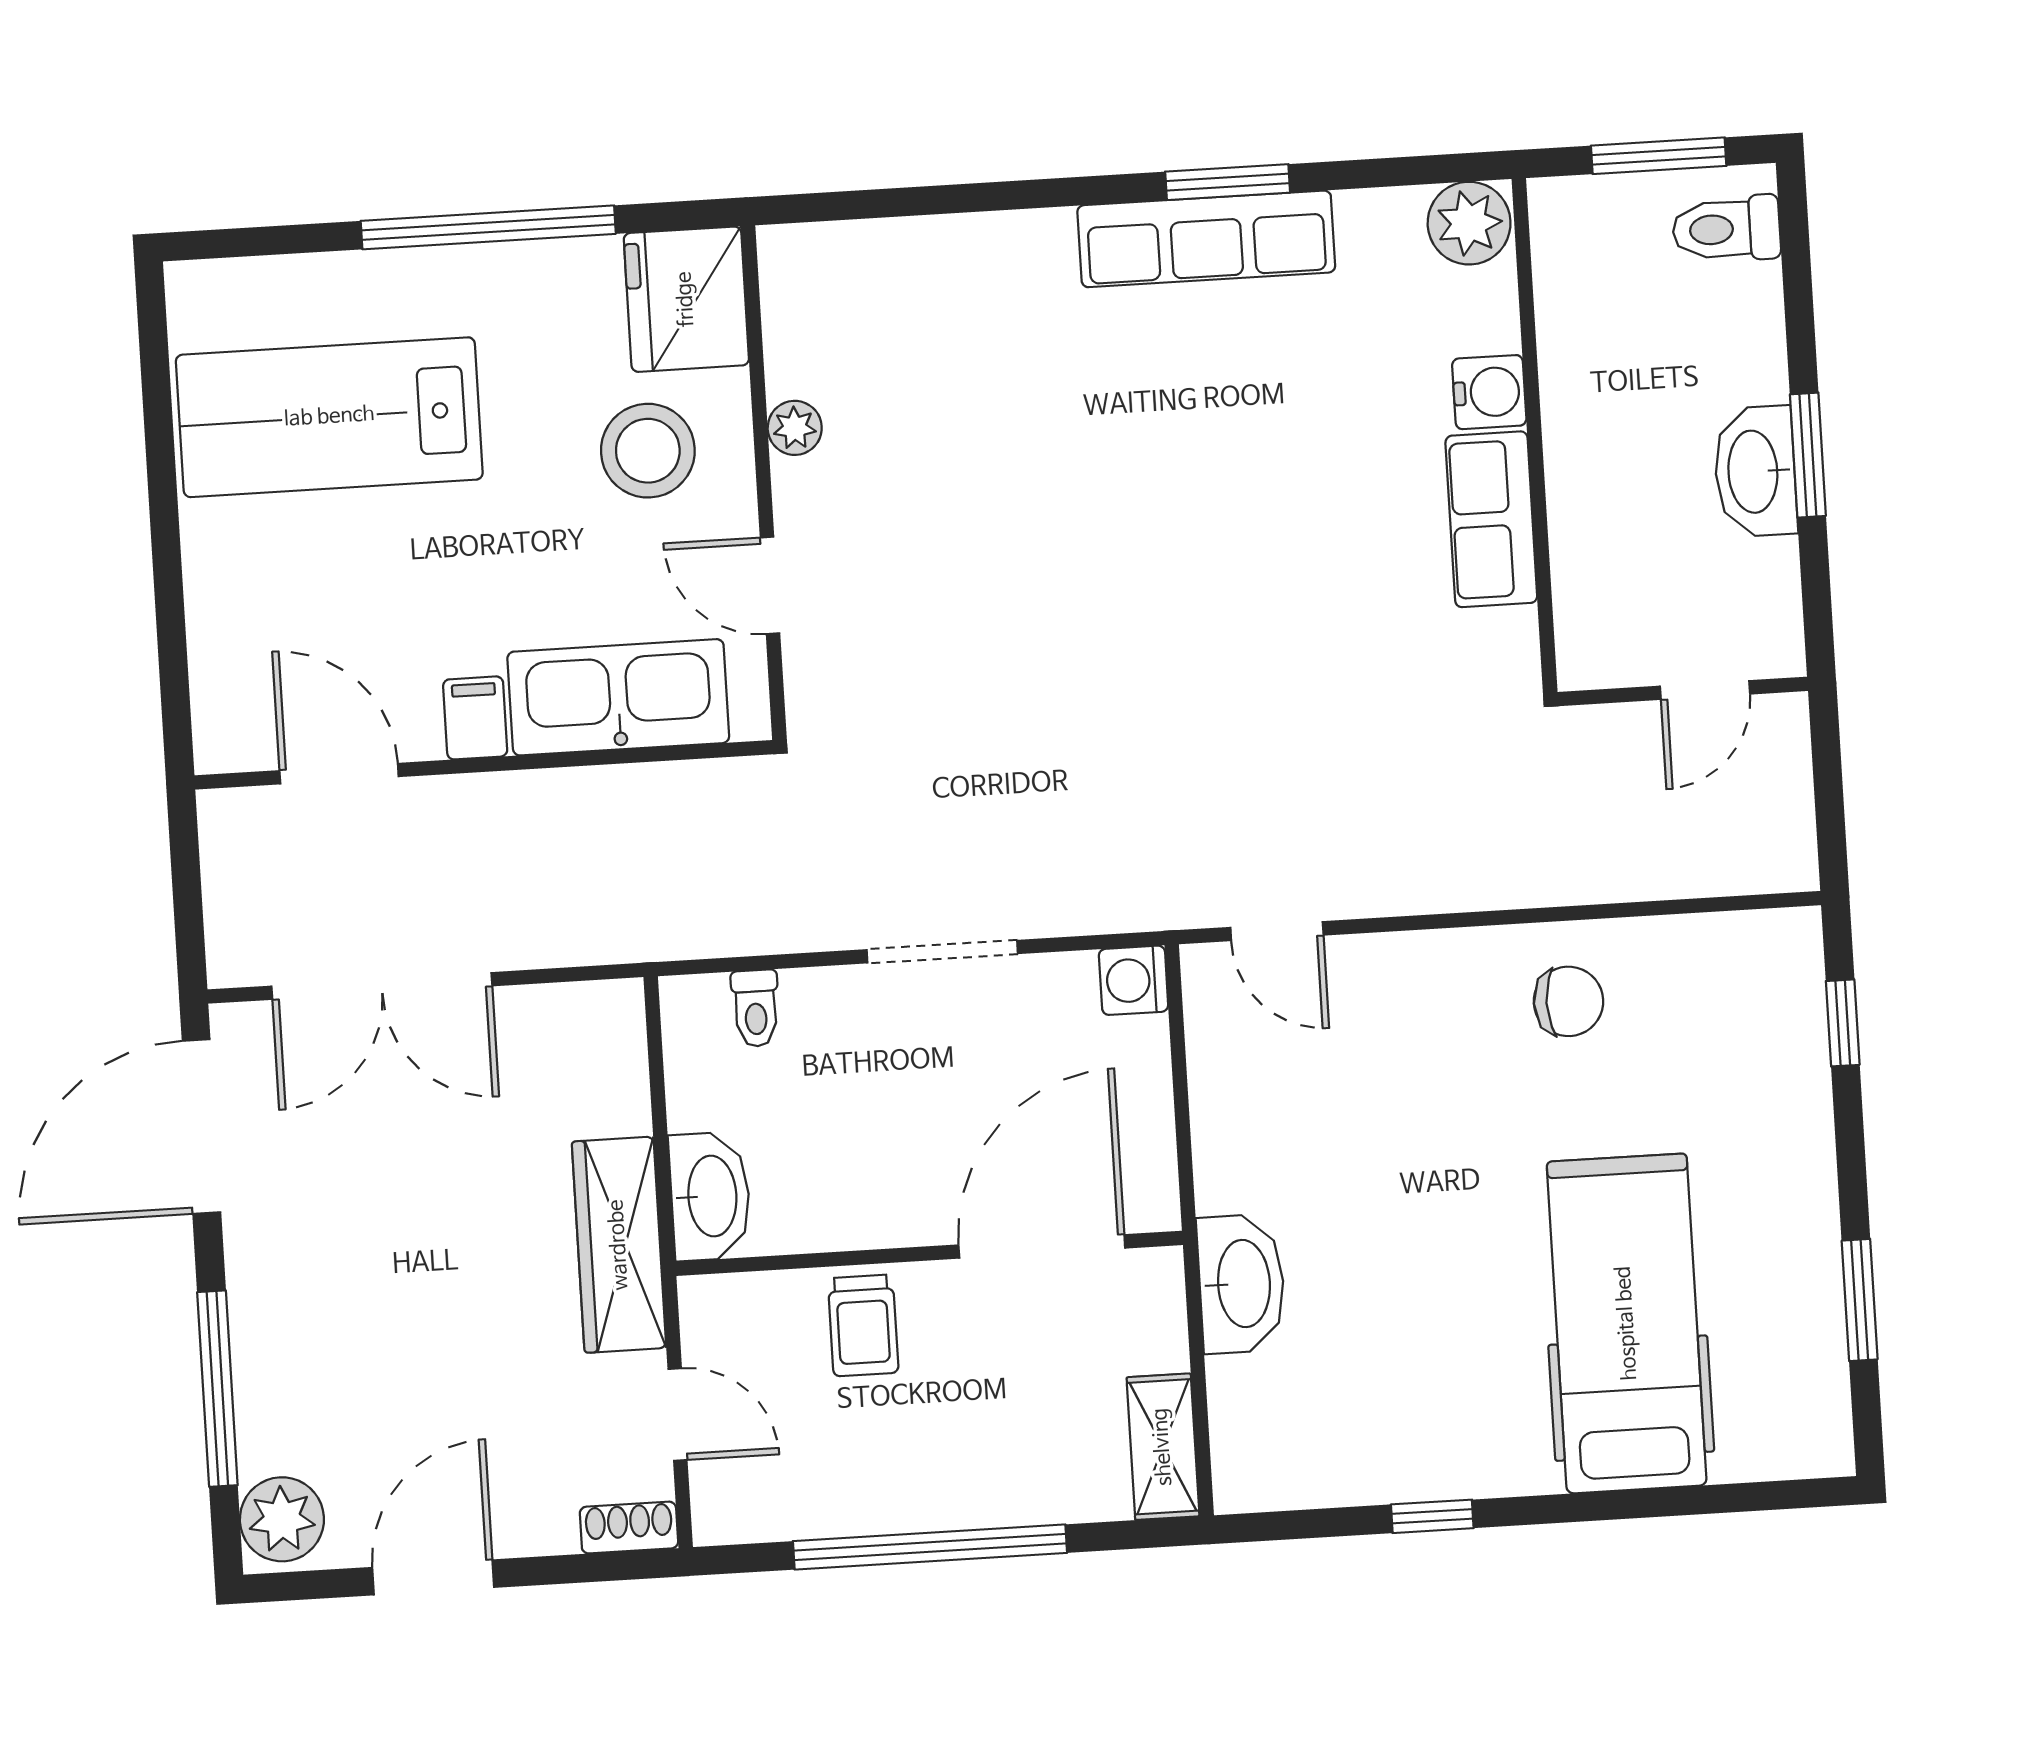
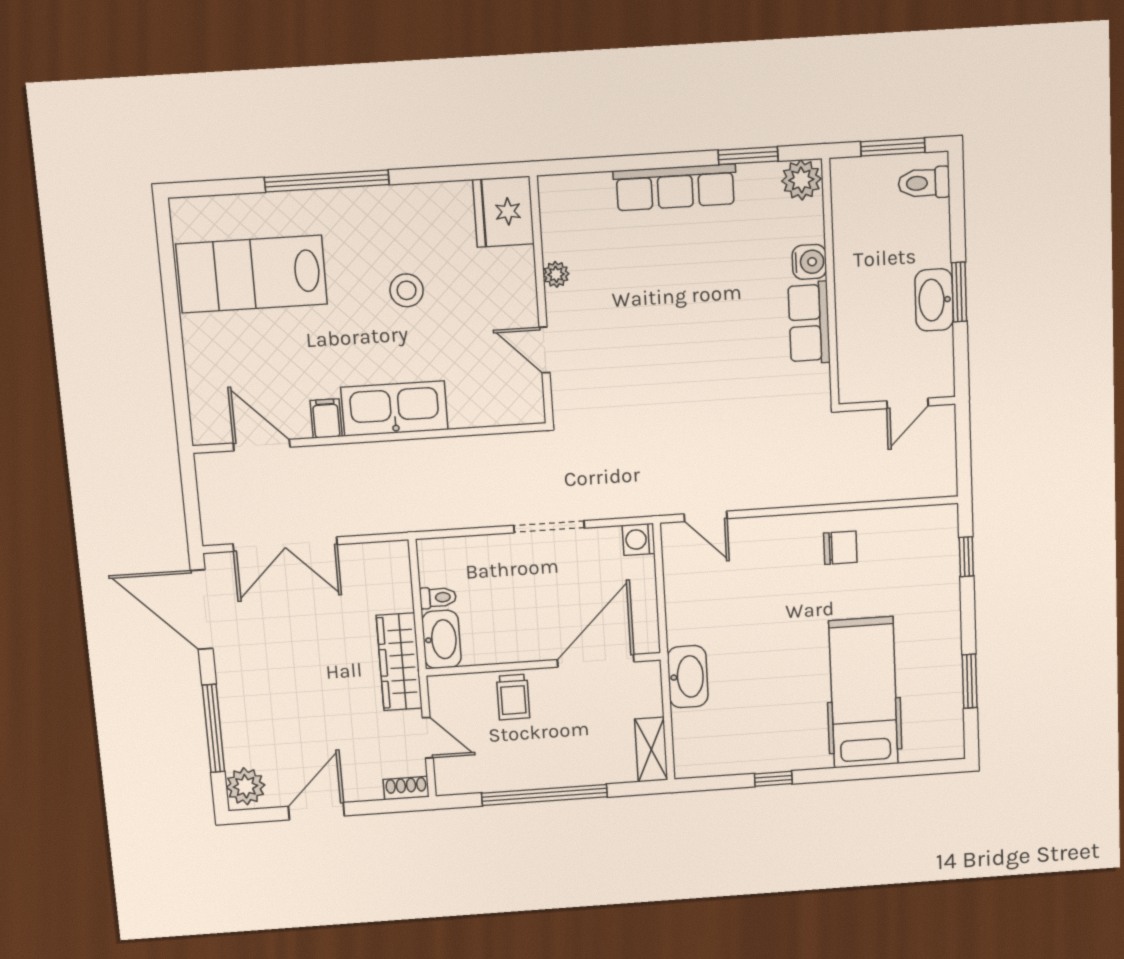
window: (1228, 182) -> (748, 156), moved
fridge: (686, 299) -> (503, 212), moved
plant: (795, 428) -> (556, 274), moved
stool: (648, 451) -> (407, 290), width x0.73, depth x0.73
wall: (764, 483) -> (541, 301), moved
door: (770, 585) -> (545, 350), moved
toilet: (756, 1008) -> (438, 598), moved, turned -90
door: (201, 1127) -> (202, 610), hinge flipped

